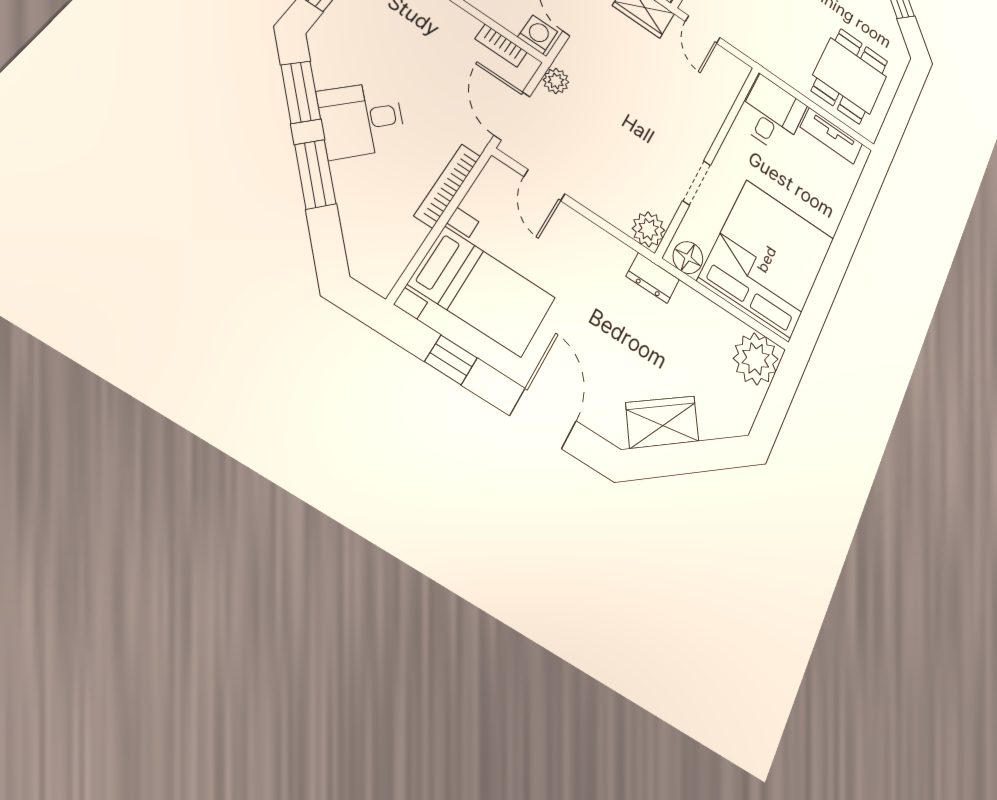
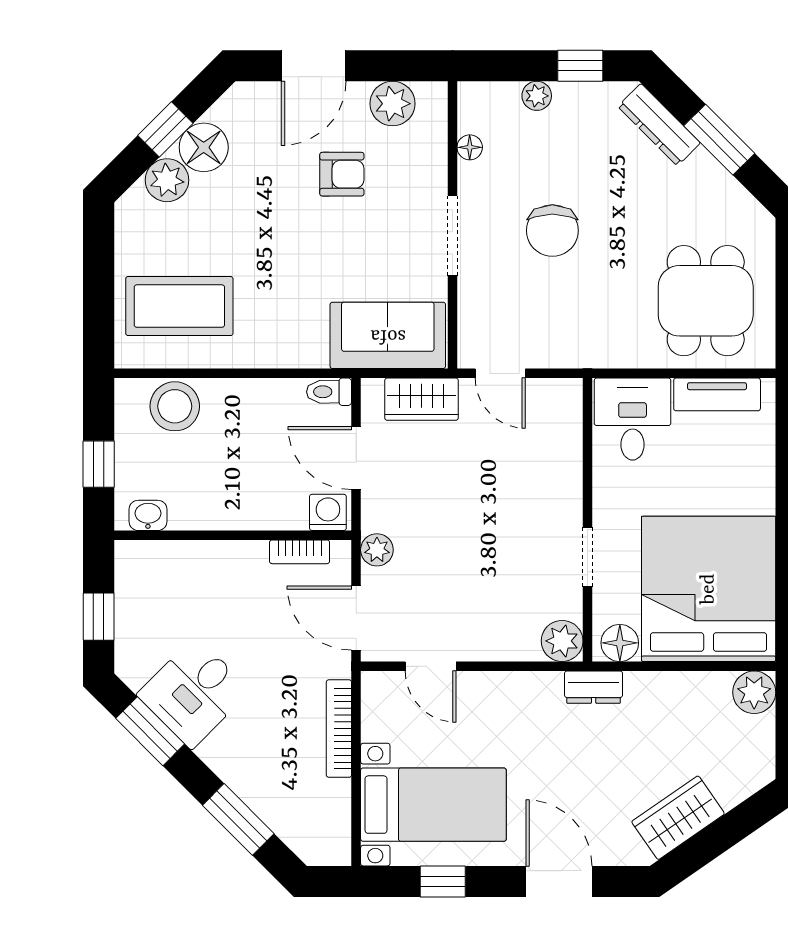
desk: (362, 119) -> (194, 693), moved
window: (315, 174) -> (238, 819), moved
plant: (756, 359) -> (754, 692), width x0.73, depth x0.73

